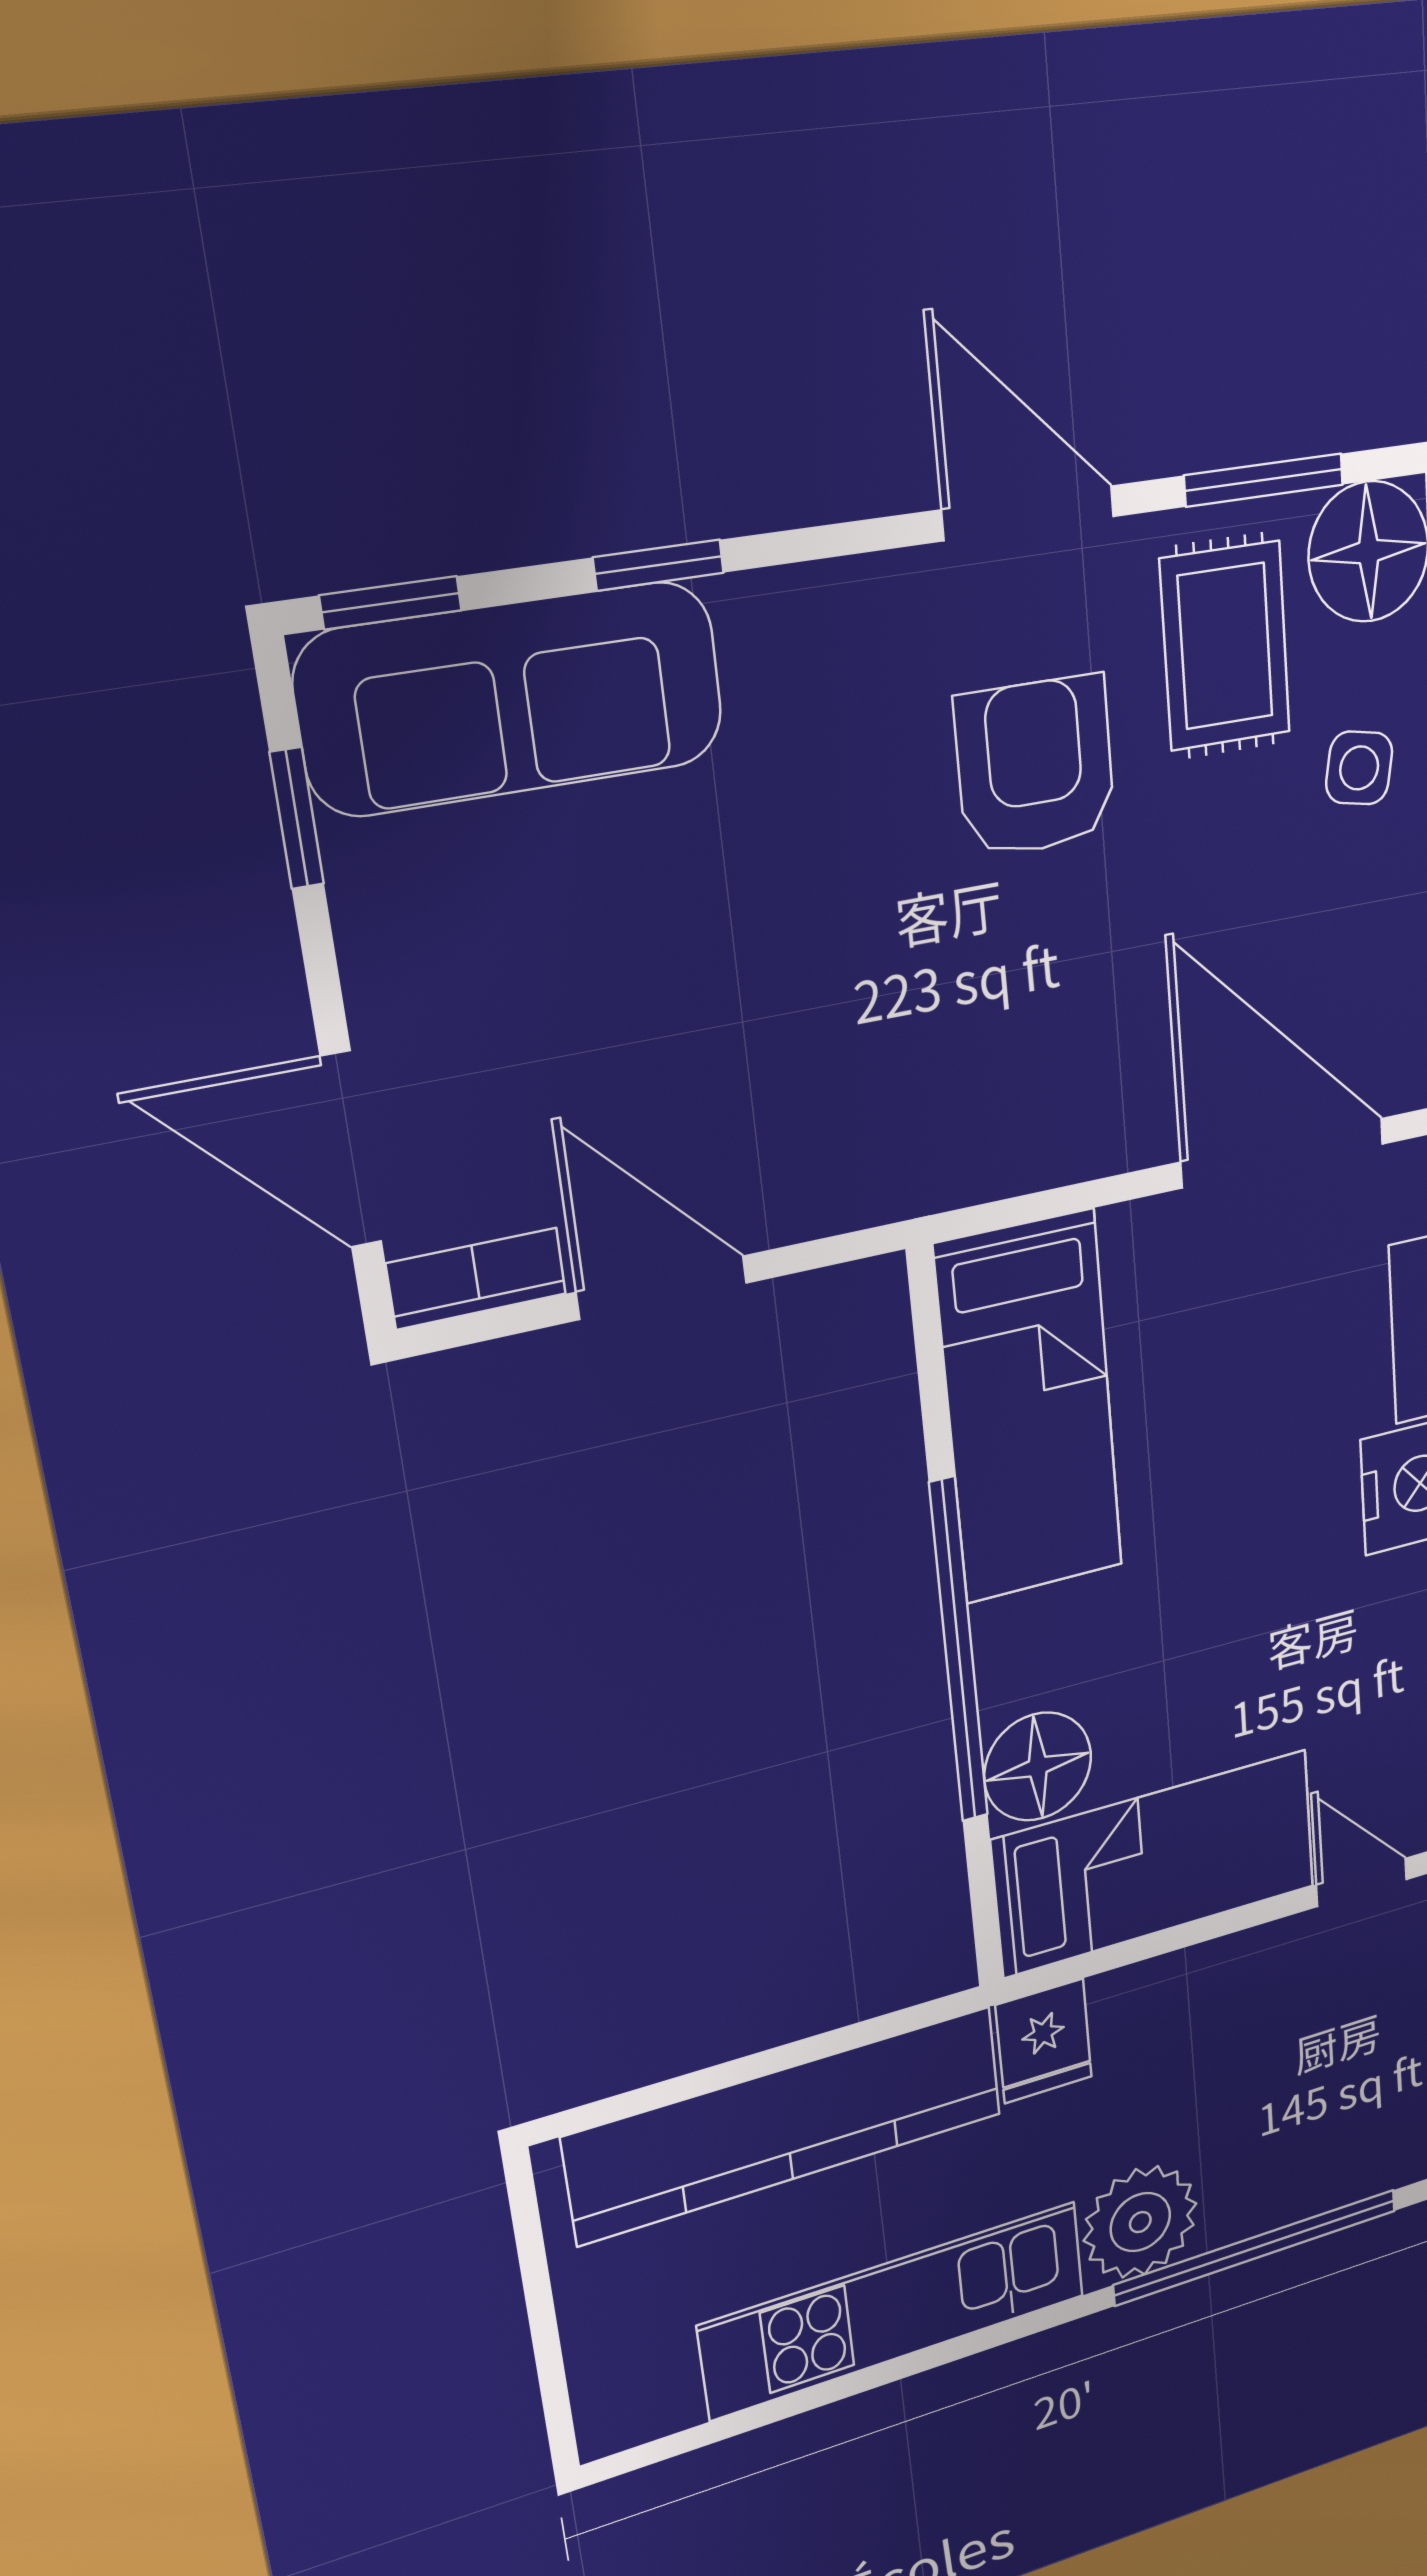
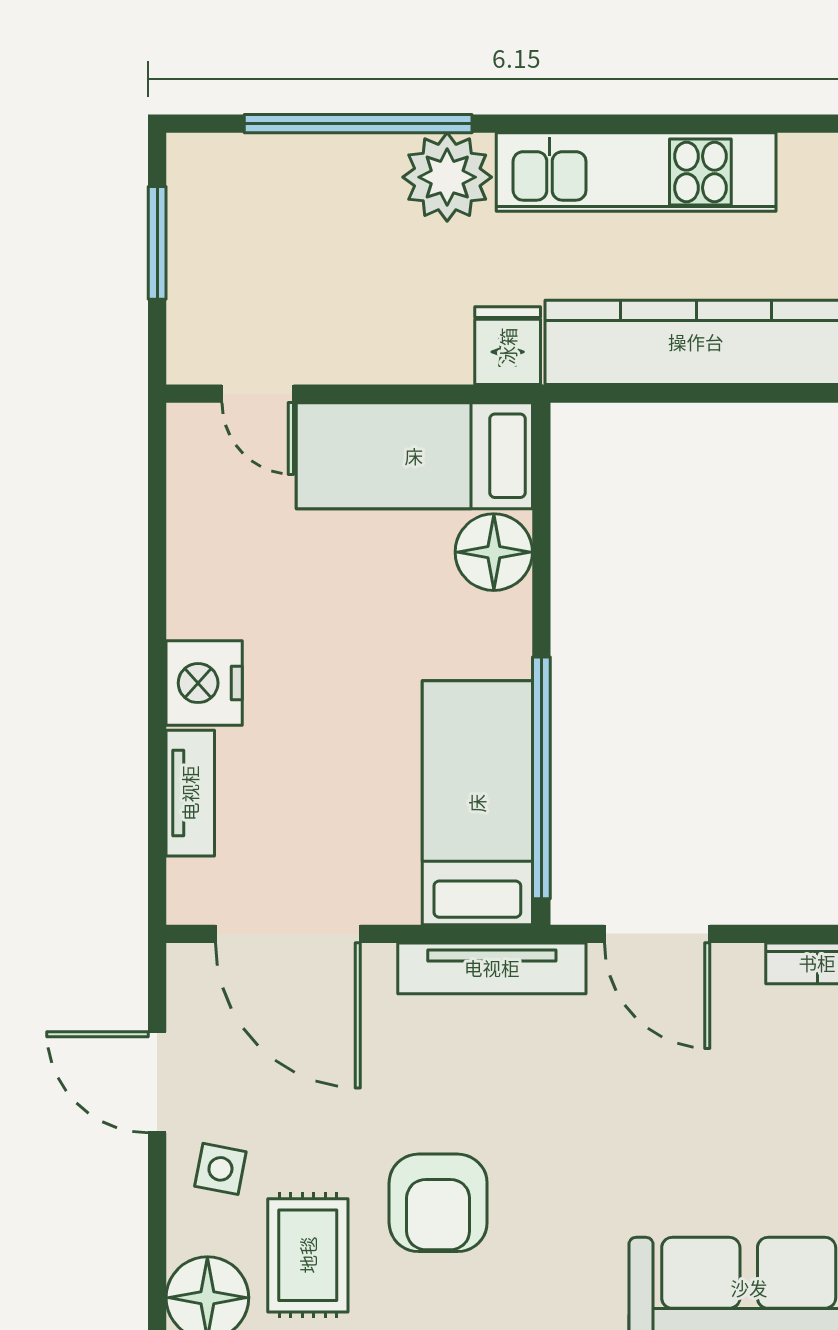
tv unit: (986, 1163) -> (492, 968), added
door: (662, 1288) -> (657, 934), moved
window: (959, 1652) -> (541, 778), moved

